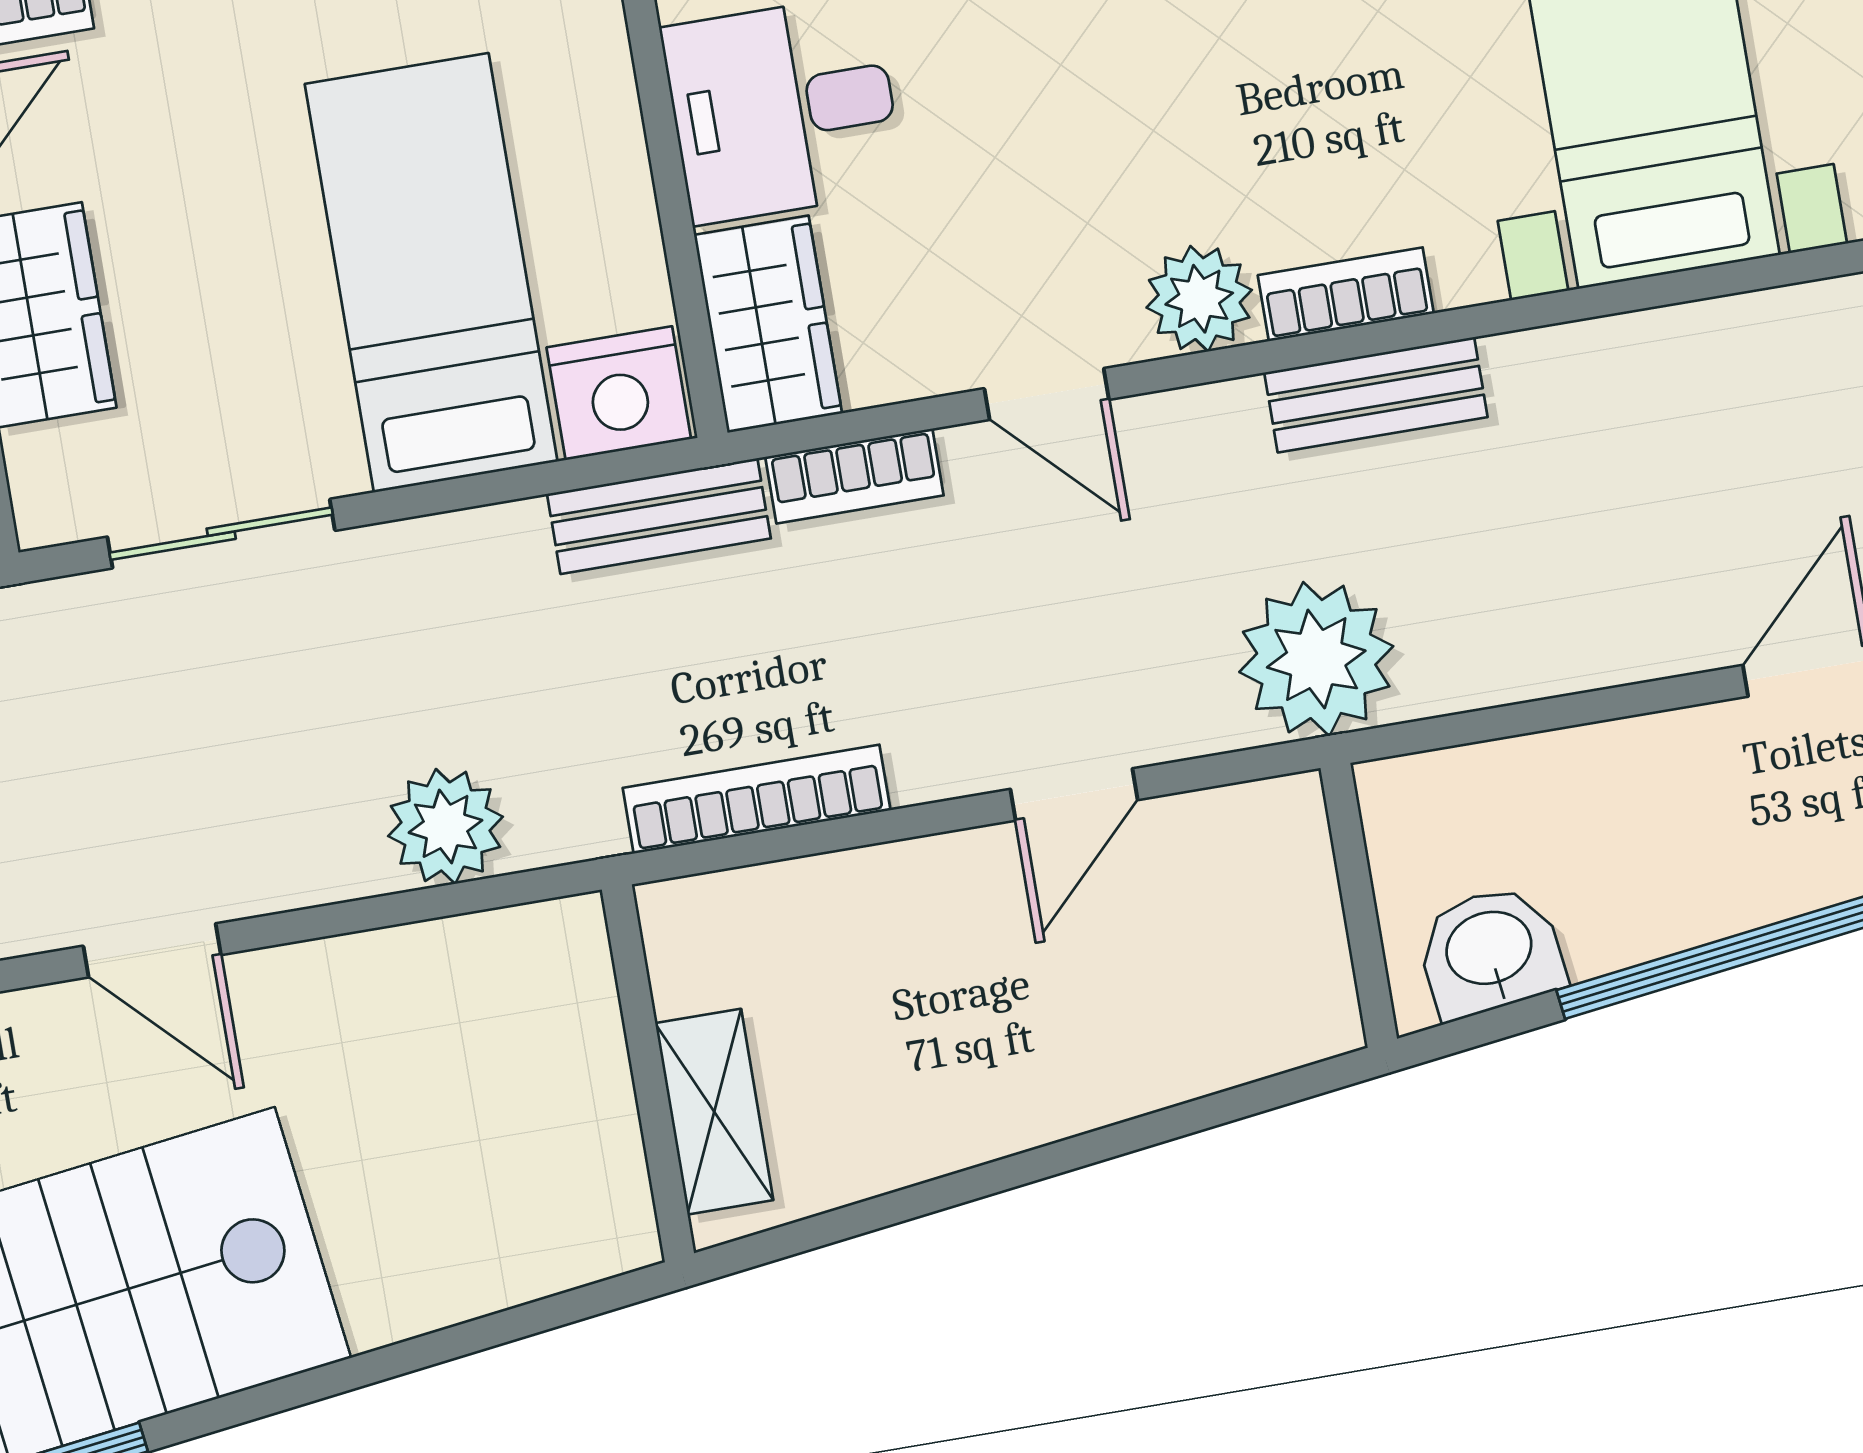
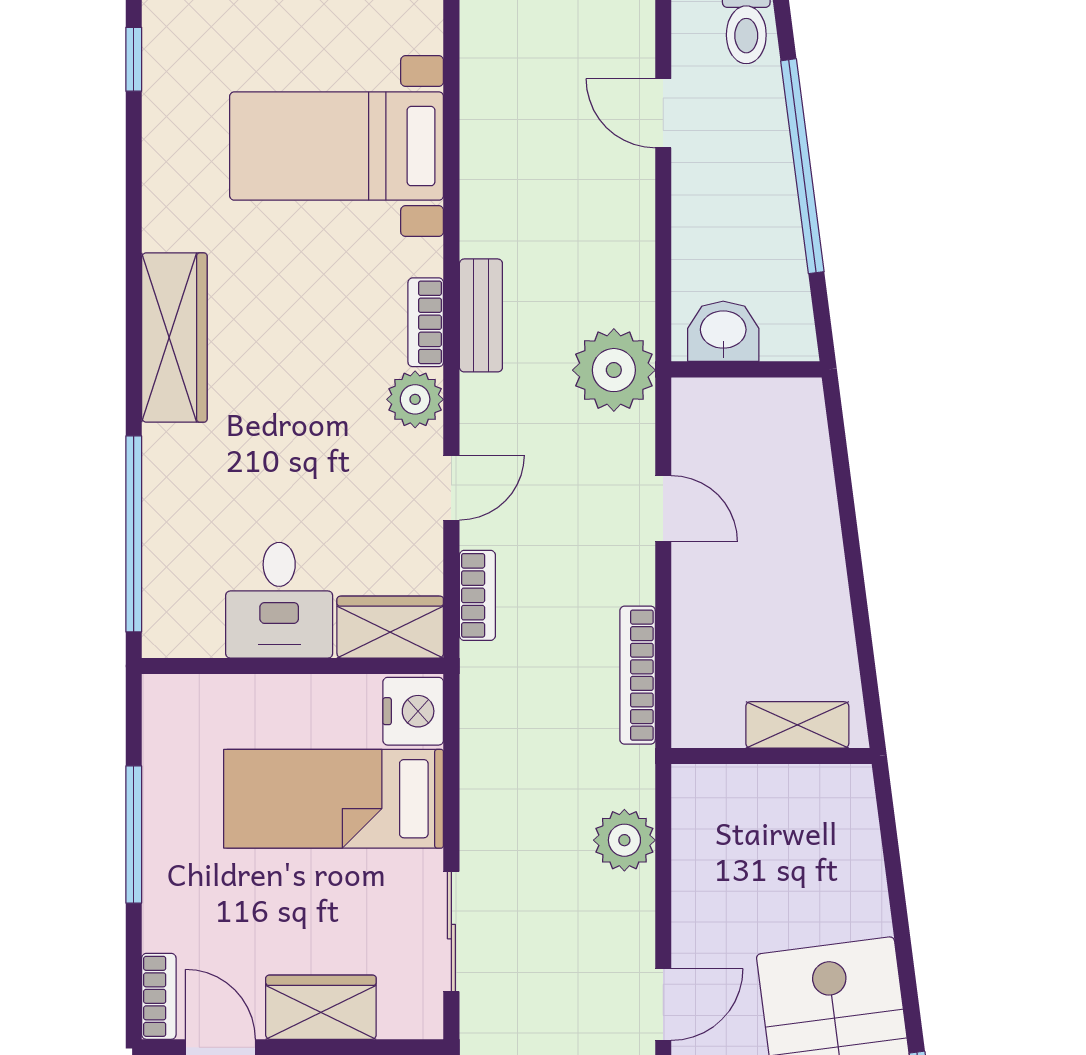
bench: (659, 516) -> (481, 701), removed
washbasin: (1490, 951) -> (723, 331), moved, turned 97

